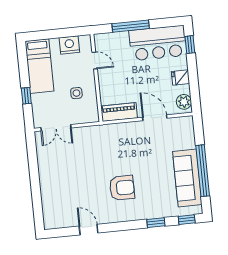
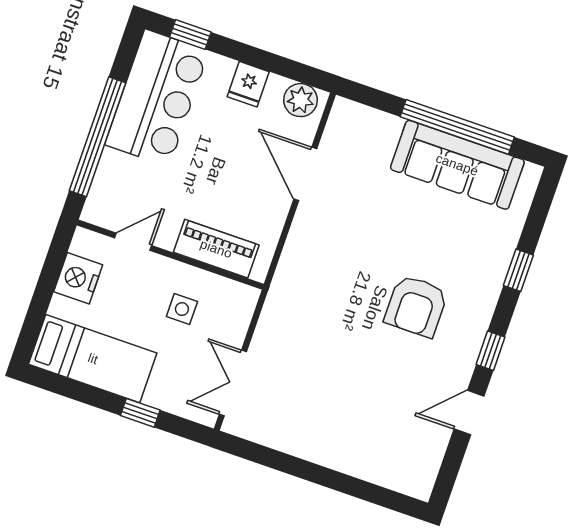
window: (131, 26) -> (98, 137), width x1.46
piano: (119, 112) -> (216, 249), moved, turned 90
door: (155, 118) -> (305, 174), hinge flipped
double door: (56, 128) -> (233, 383), swing flipped
armchair: (122, 188) -> (416, 306), turned 180
window: (187, 220) -> (491, 351), moved

